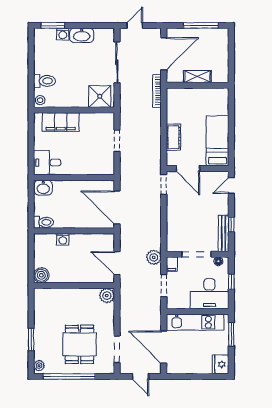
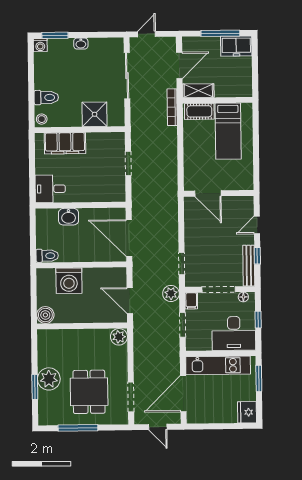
washing machine: (63, 34) -> (40, 45), moved
washbasin: (82, 35) -> (81, 44), width x0.52, depth x0.69
freezer: (215, 37) -> (236, 46), added
door: (164, 54) -> (179, 65), width x0.73
shelving: (197, 76) -> (198, 91), moved
shower: (100, 96) -> (95, 114), moved
cot: (173, 137) -> (199, 111), moved, turned 90
bed: (217, 141) -> (228, 131), moved, turned 180
doorway: (164, 185) -> (182, 264), moved
door: (231, 186) -> (257, 225), moved
washbasin: (43, 188) -> (69, 217), moved
washing machine: (63, 240) -> (69, 281), width x1.89, depth x1.89
door: (164, 347) -> (183, 394), hinge flipped
plant: (39, 366) -> (49, 379), moved, width x1.87, depth x1.87
window: (69, 376) -> (78, 428), width x0.68

